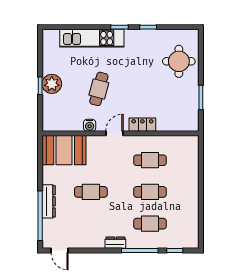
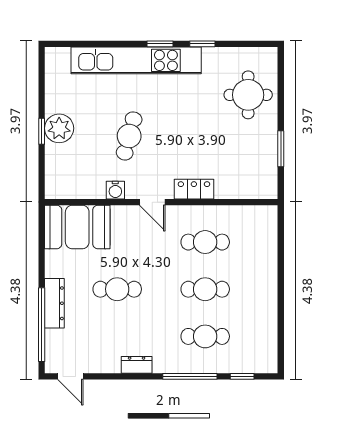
kitchen unit: (92, 38) -> (136, 60), width x1.36
door: (115, 133) -> (152, 202), swing flipped
dresser: (115, 243) -> (137, 365), moved

